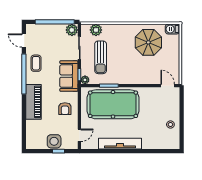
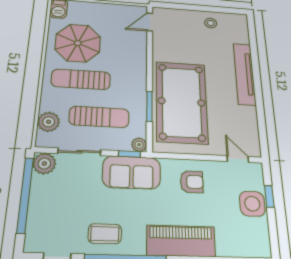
sun lounger: (124, 46) -> (81, 79), added
tv unit: (120, 144) -> (244, 74), moved

